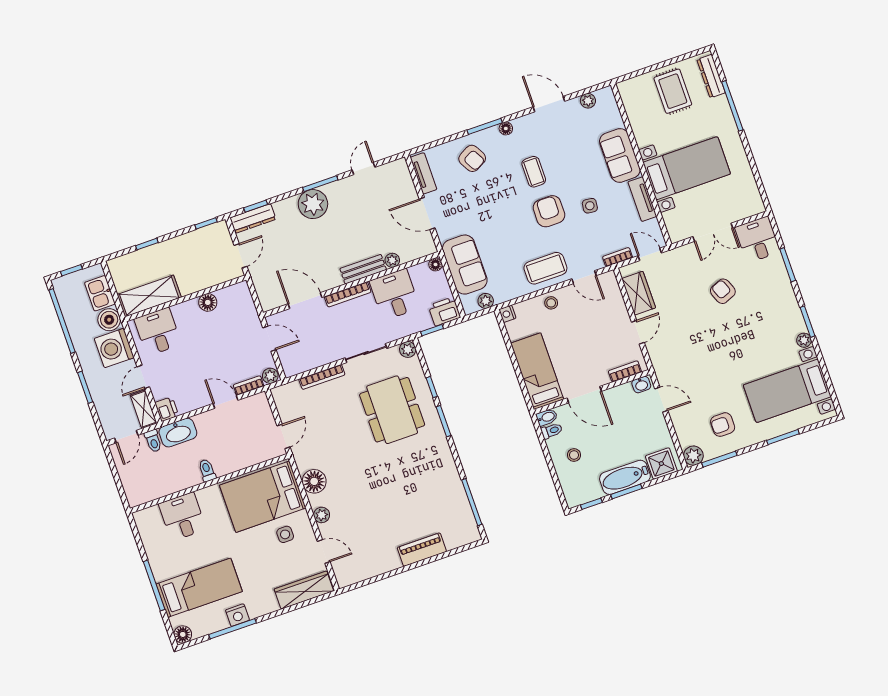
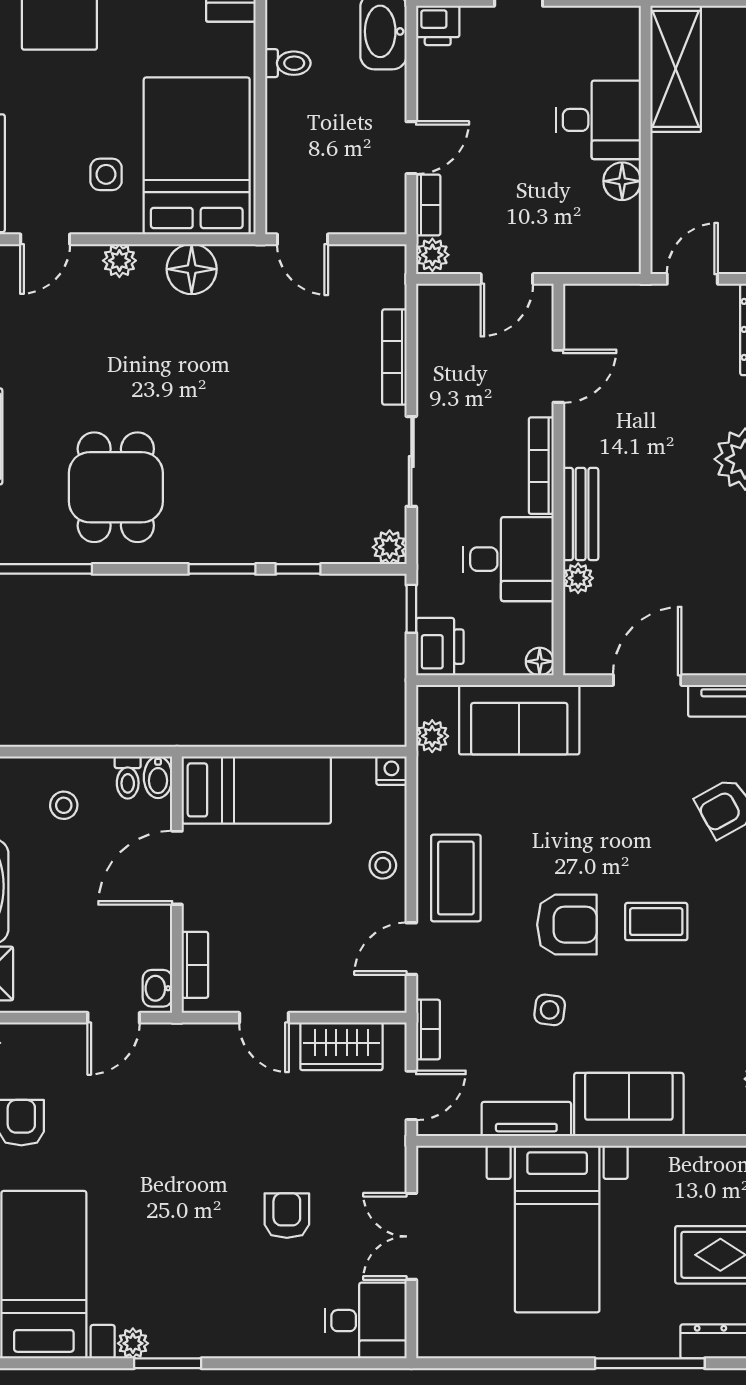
door: (241, 256) -> (692, 279), swing flipped
window: (788, 265) -> (295, 1363), removed
armchair: (723, 291) -> (287, 1216), turned -68
door: (305, 301) -> (558, 376), width x0.73
desk: (158, 332) -> (598, 120), moved
dining table: (392, 410) -> (116, 487), moved, width x0.73

